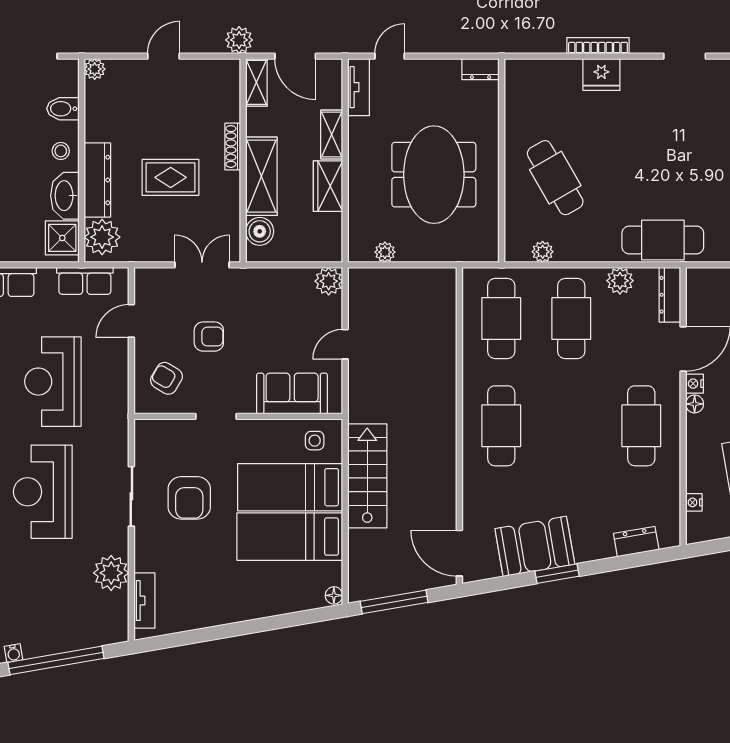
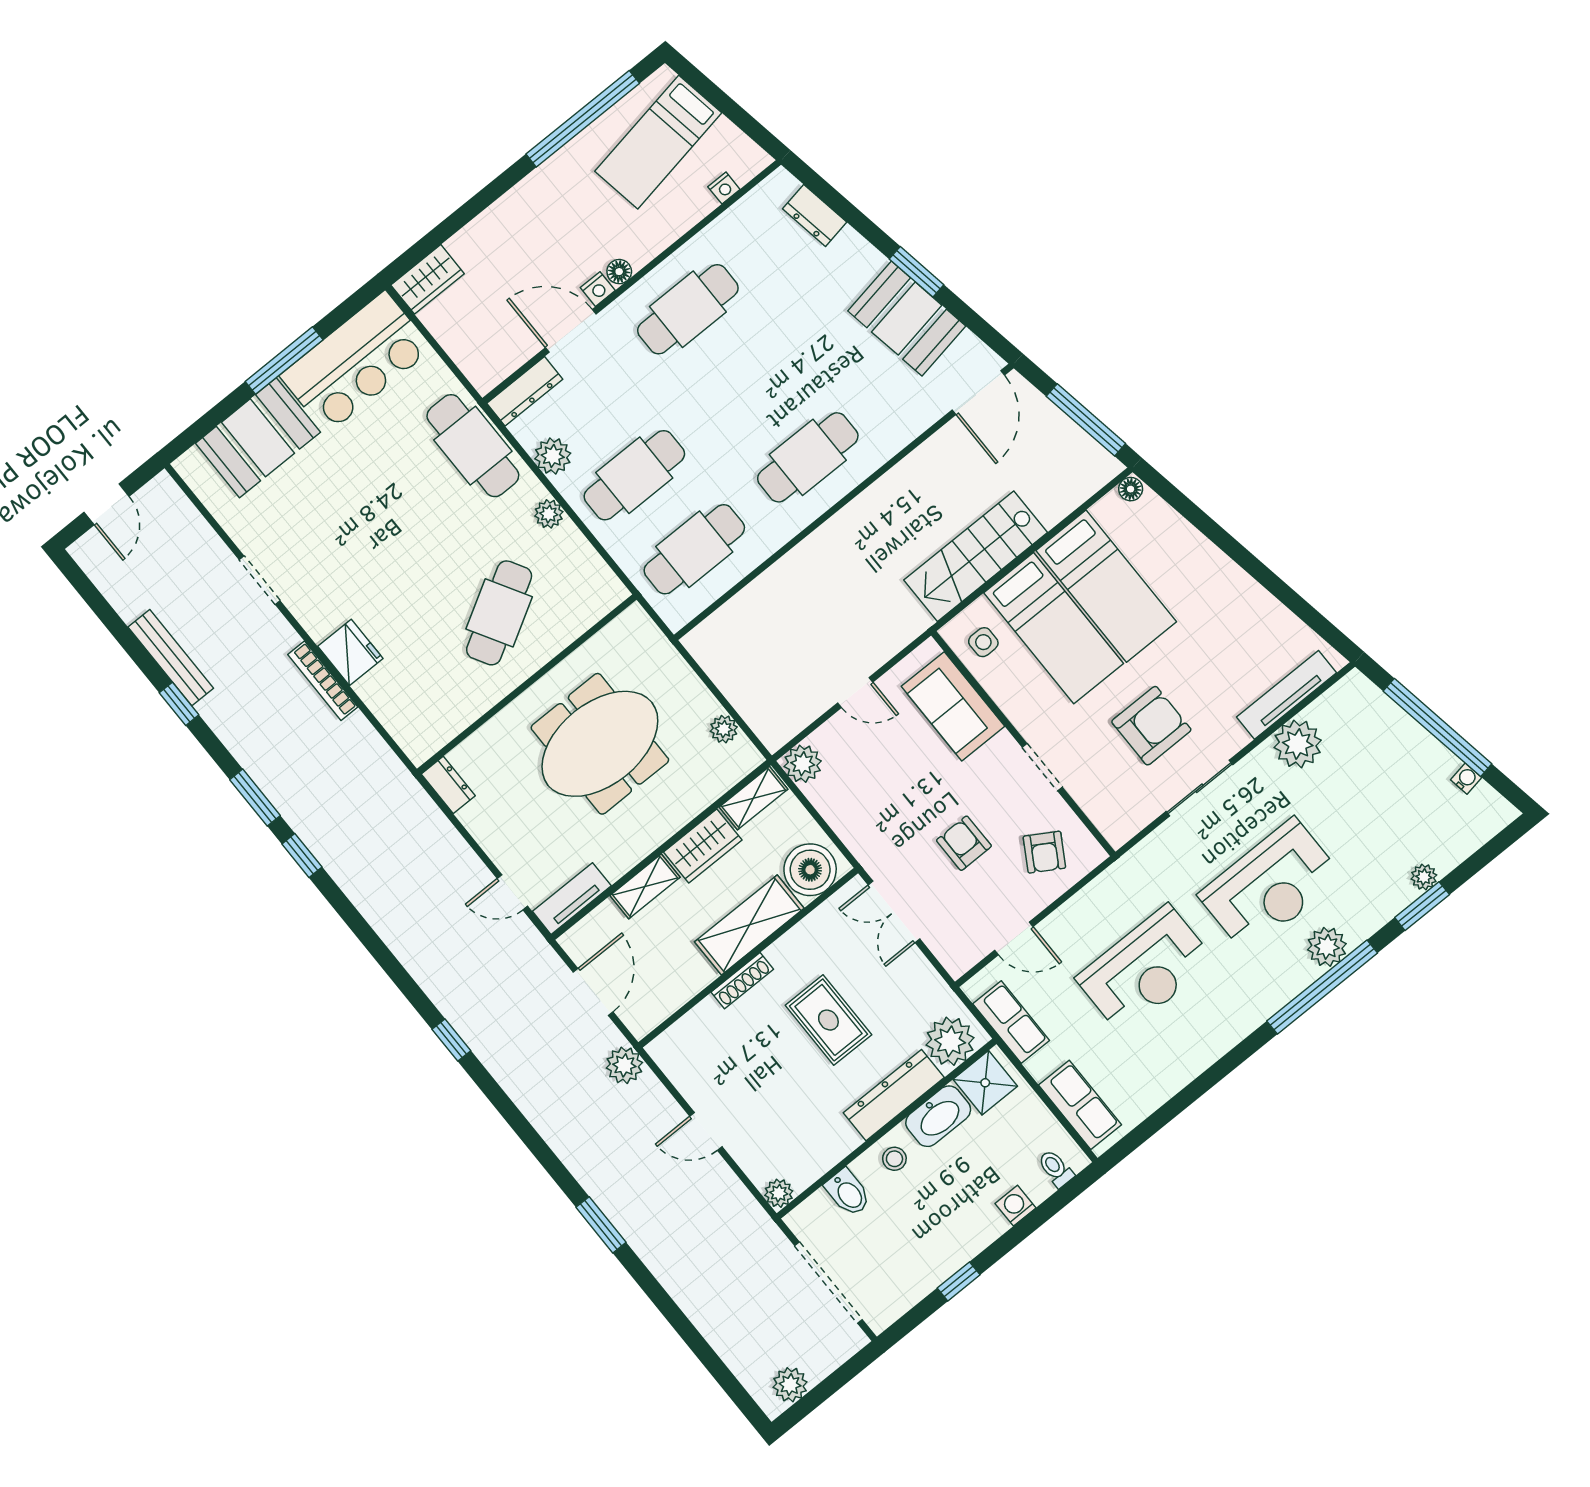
shelving: (256, 82) -> (753, 798), moved
boiler: (260, 231) -> (810, 870), width x1.37, depth x1.37
plant: (543, 252) -> (549, 514), moved
tv unit: (144, 601) -> (1286, 695), width x1.41

